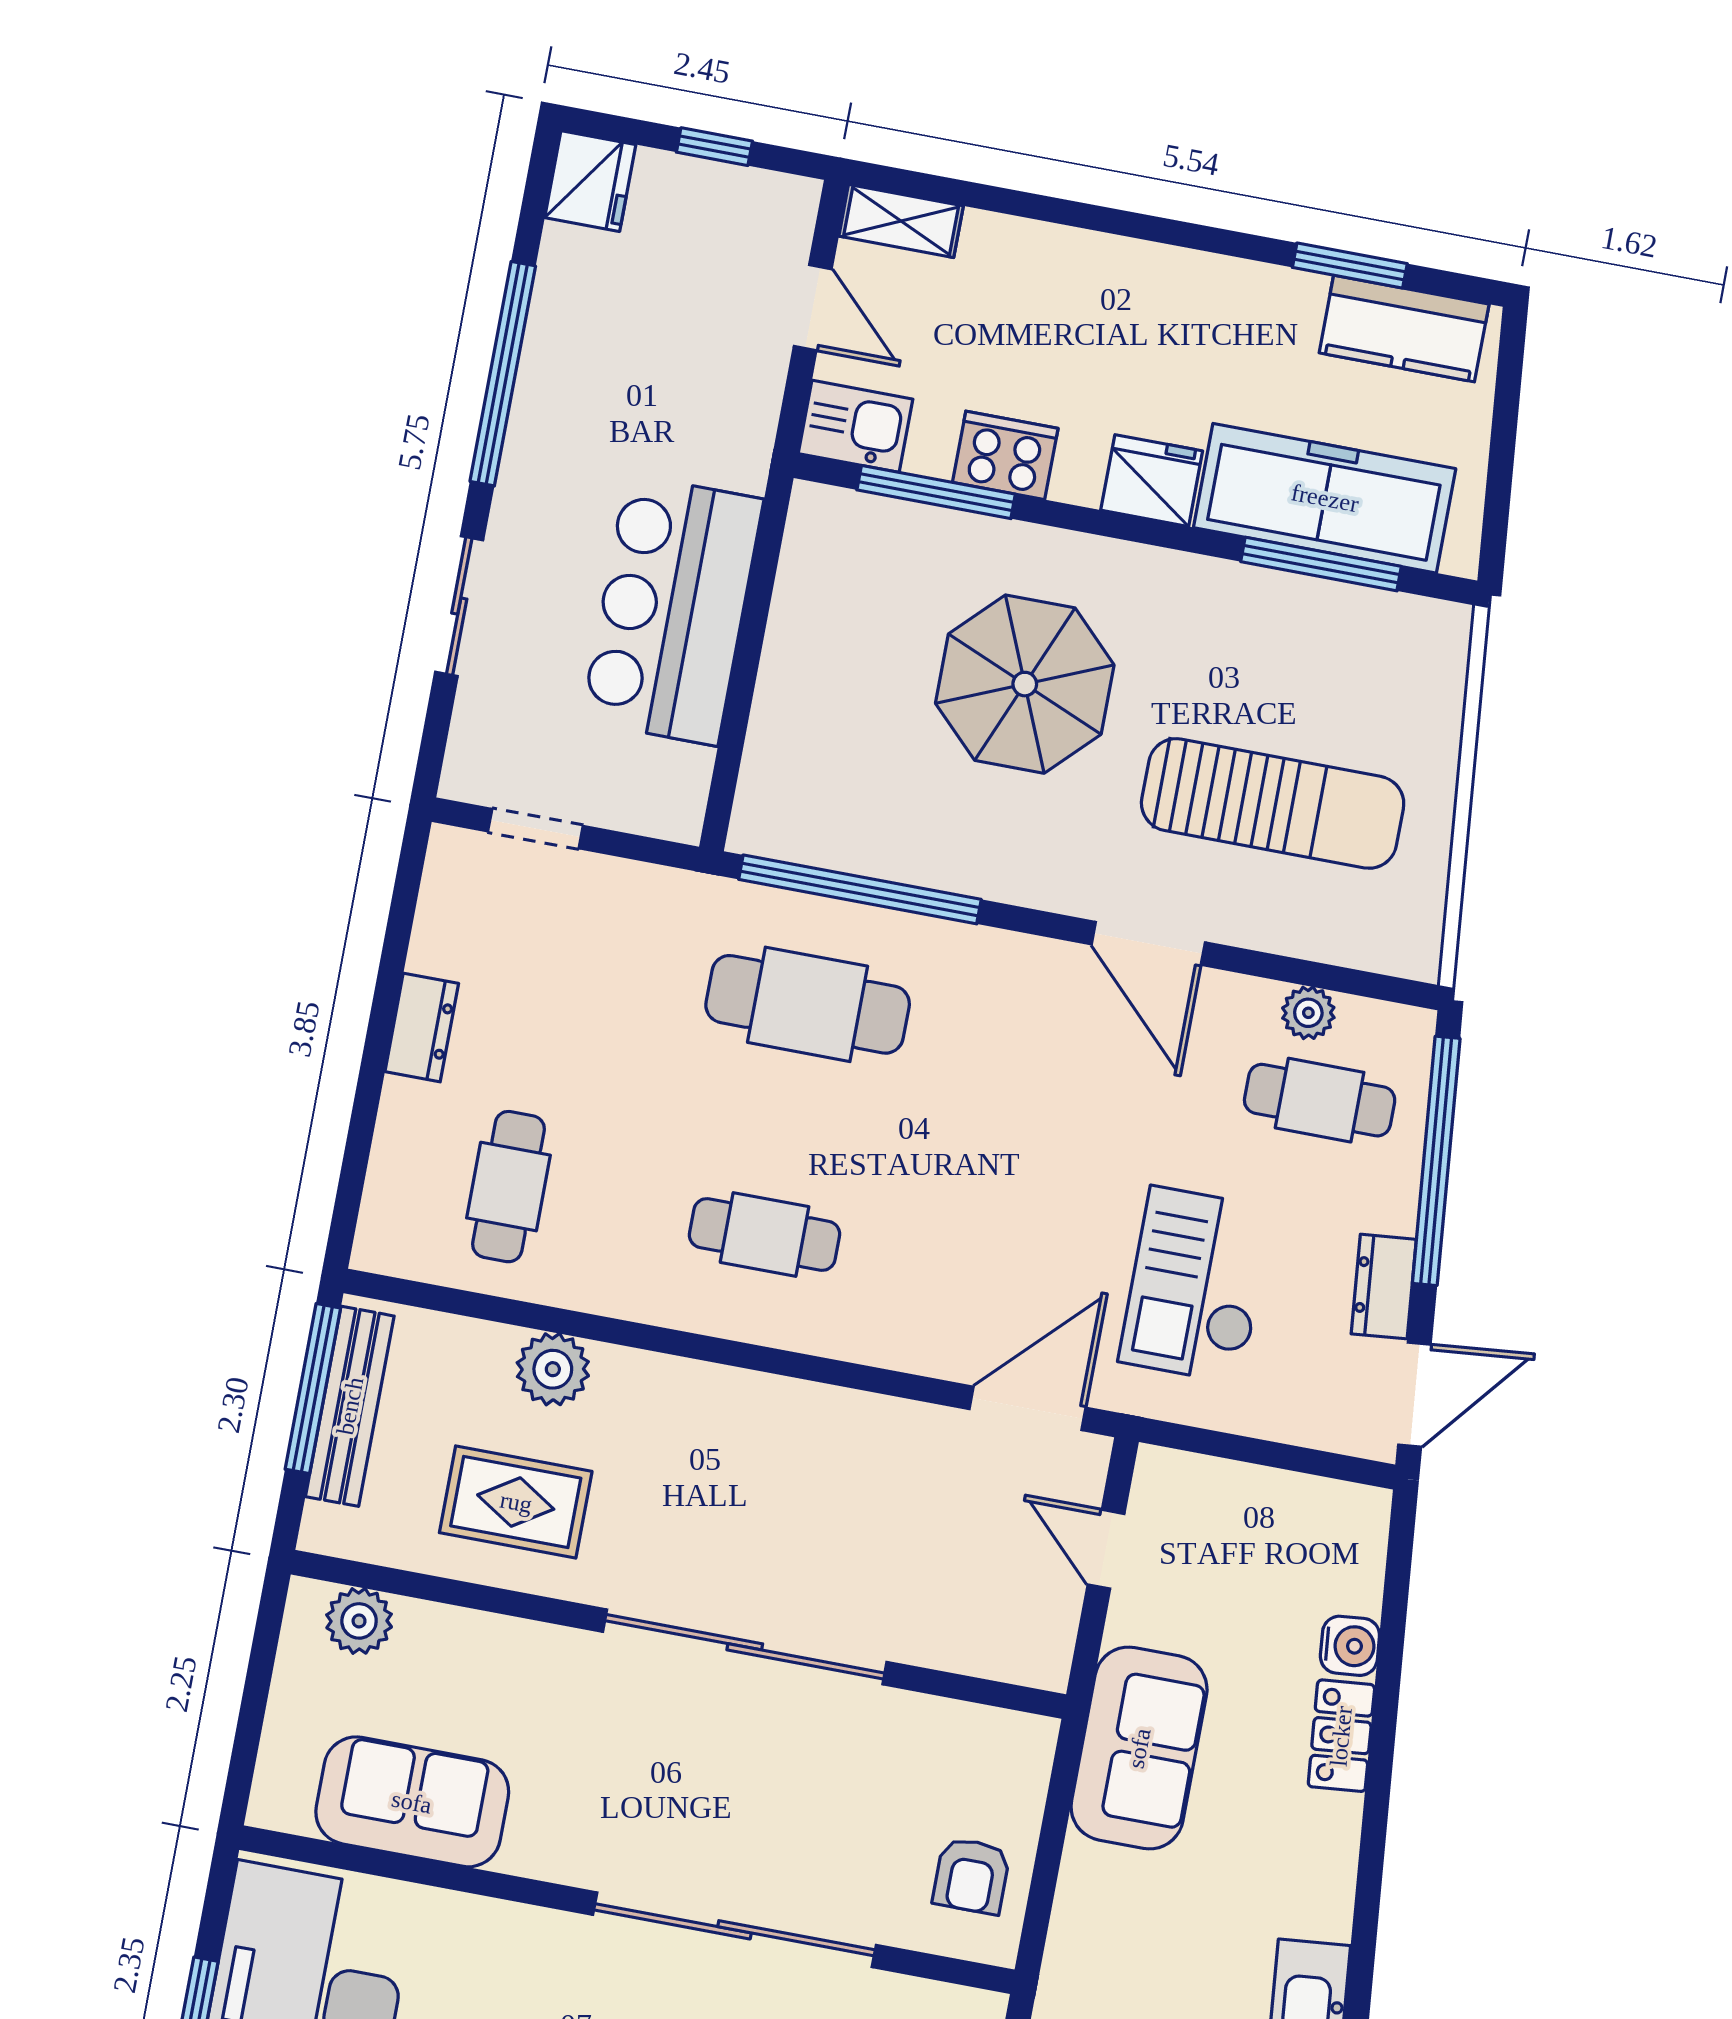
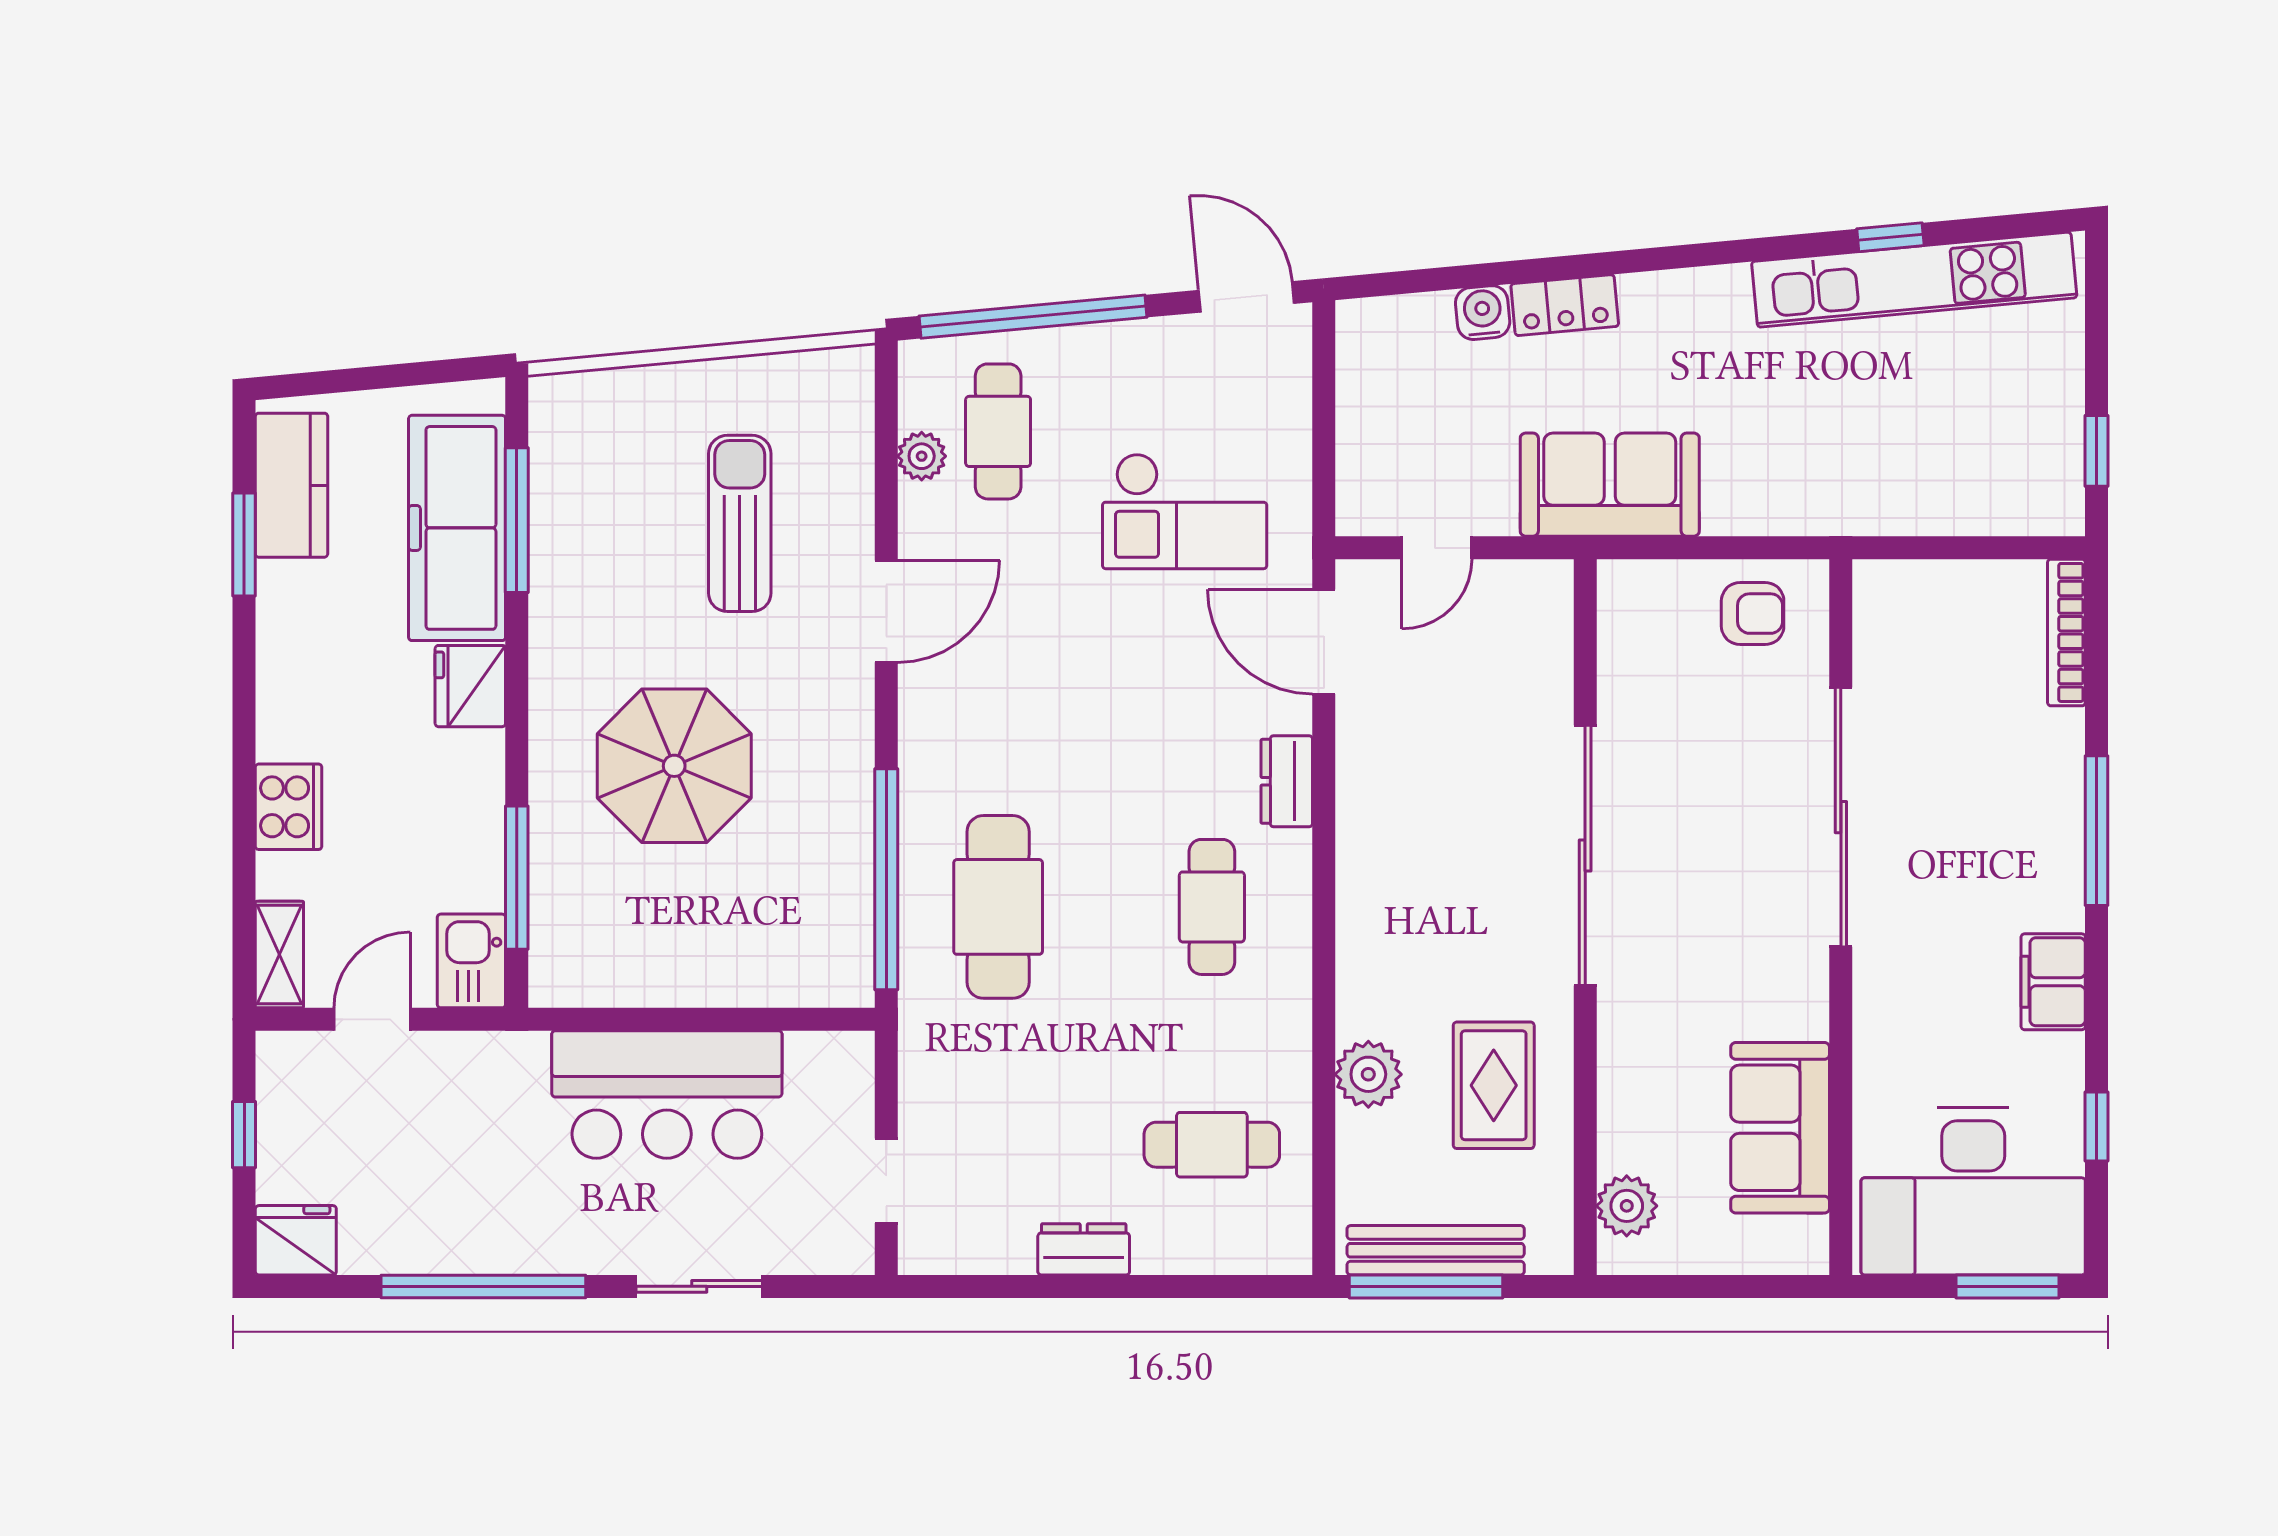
cooker: (1005, 455) -> (289, 807), moved, turned 180
sun lounger: (1273, 803) -> (740, 523), width x0.73, depth x0.75
dresser: (1384, 1287) -> (1287, 781), moved, turned 95

